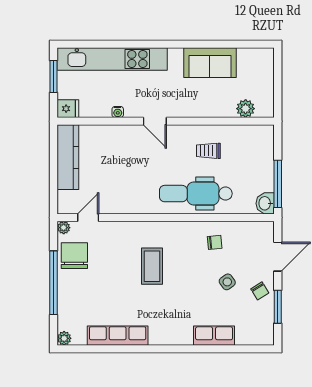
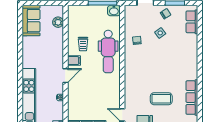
sofa: (210, 63) -> (31, 21), moved
filing cabinet: (180, 136) -> (74, 61), added
coffee table: (152, 266) -> (161, 99), moved
row of seats: (214, 336) -> (192, 22), moved

